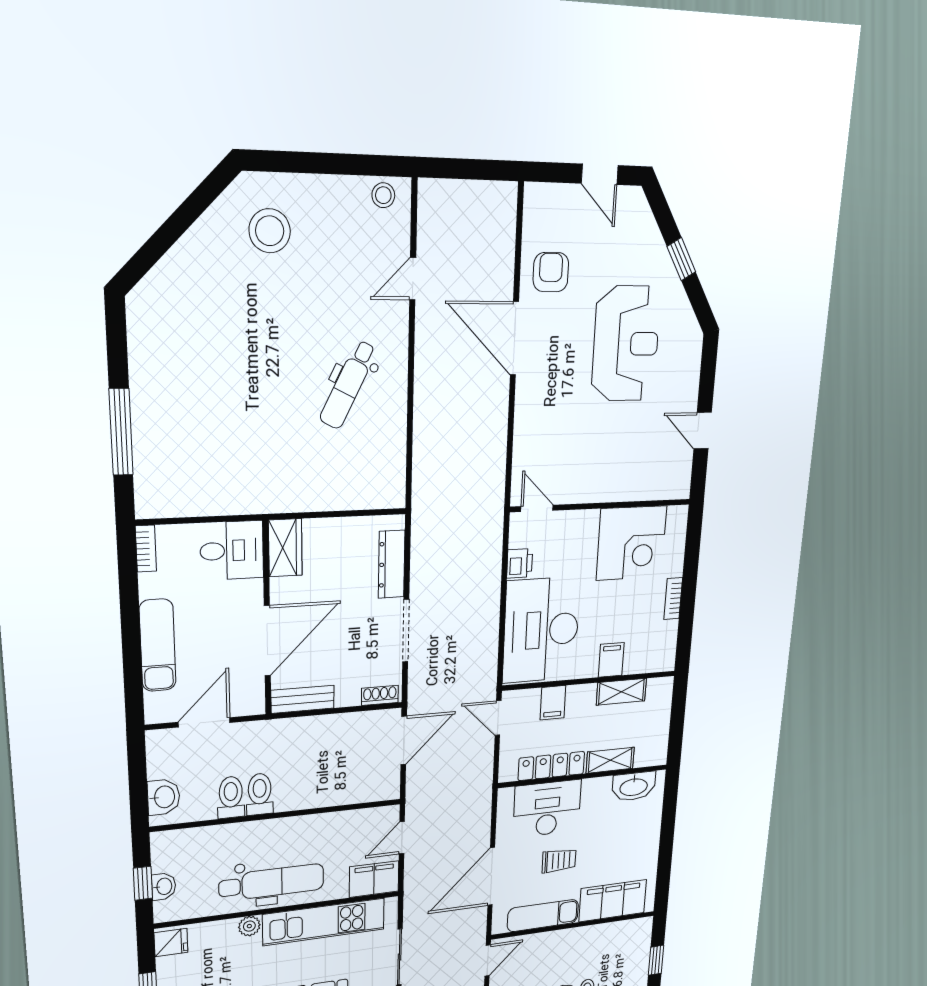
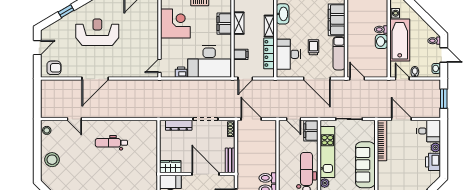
stool: (270, 231) -> (52, 160), moved
armchair: (551, 272) -> (54, 68), moved, turned 180
dental chair: (348, 385) -> (111, 143), turned 153
filing cabinet: (611, 660) -> (224, 24), width x2.00

